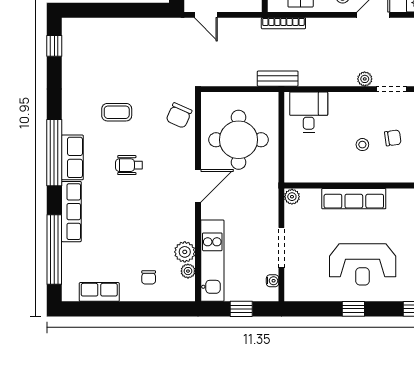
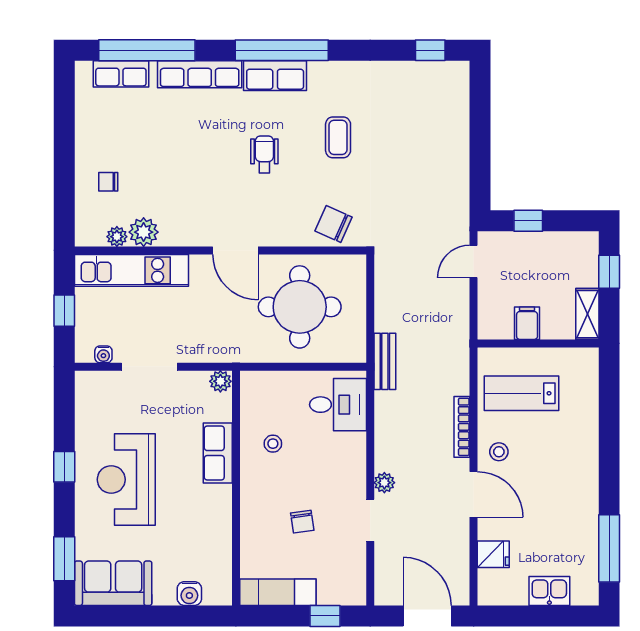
bookcase: (283, 23) -> (462, 427), moved
stool: (362, 145) -> (273, 444), moved
row of seats: (354, 199) -> (218, 453), width x0.68
row of seats: (99, 292) -> (121, 74), moved, turned 90

